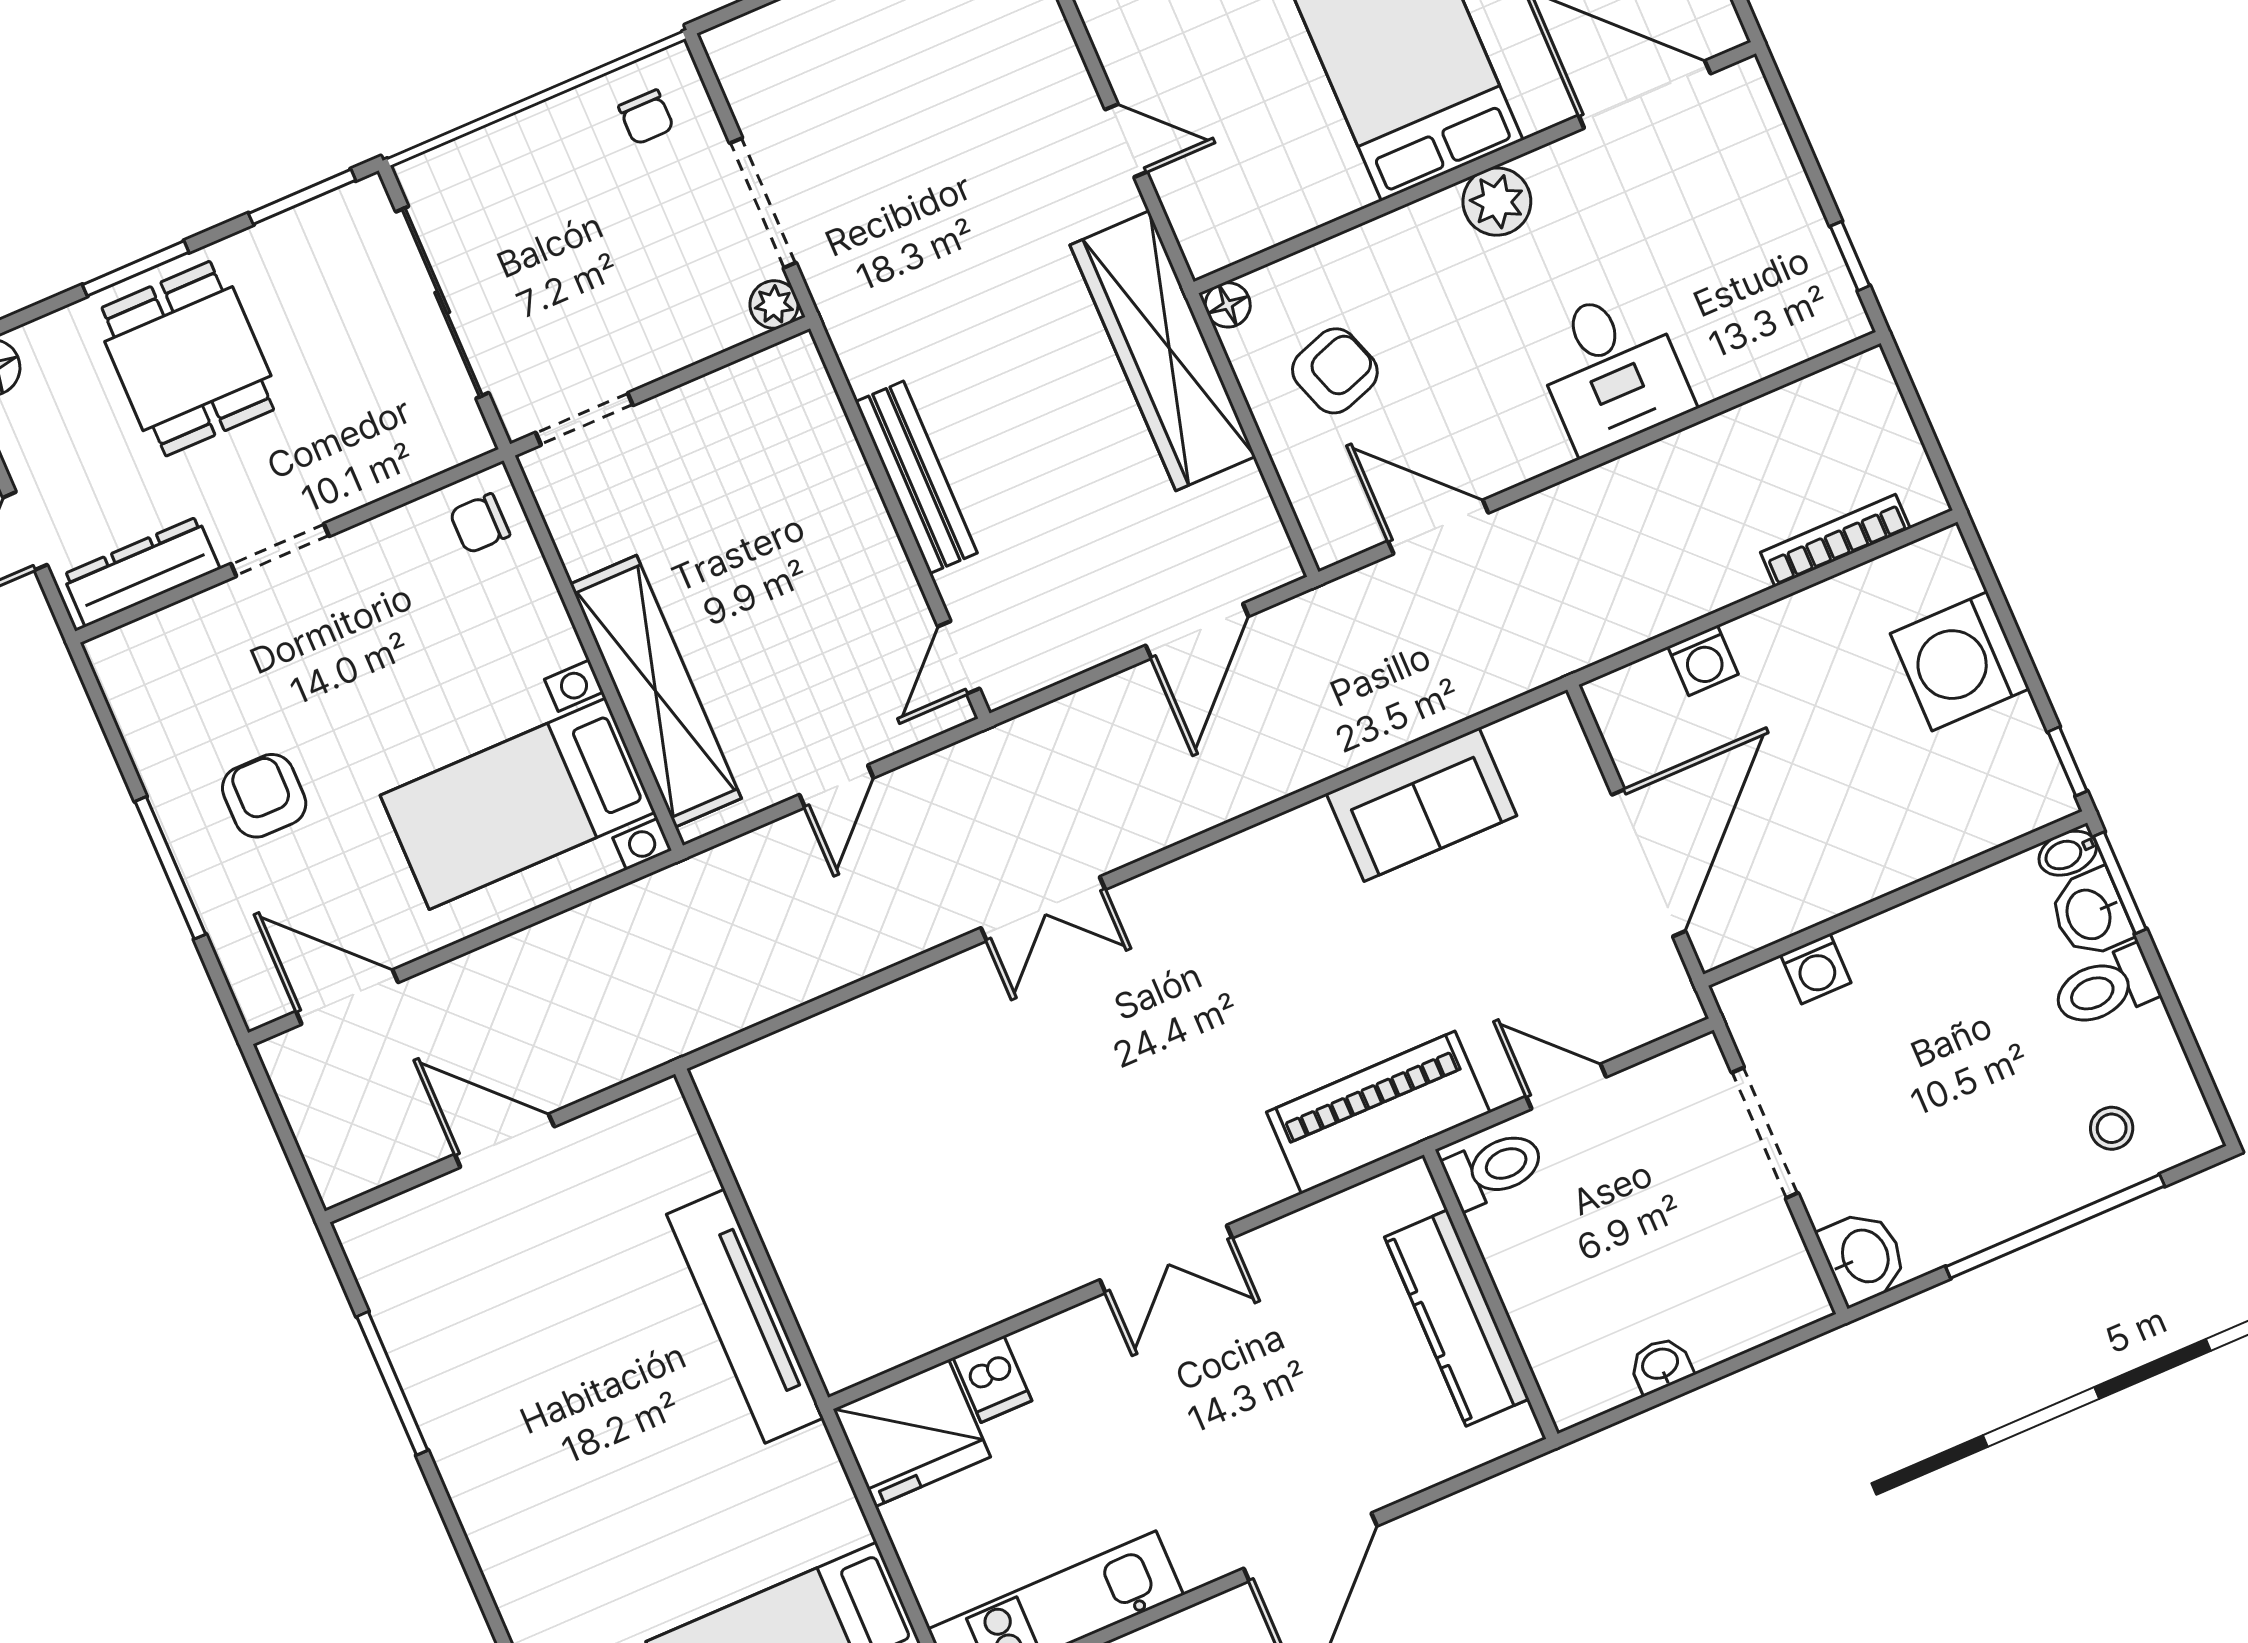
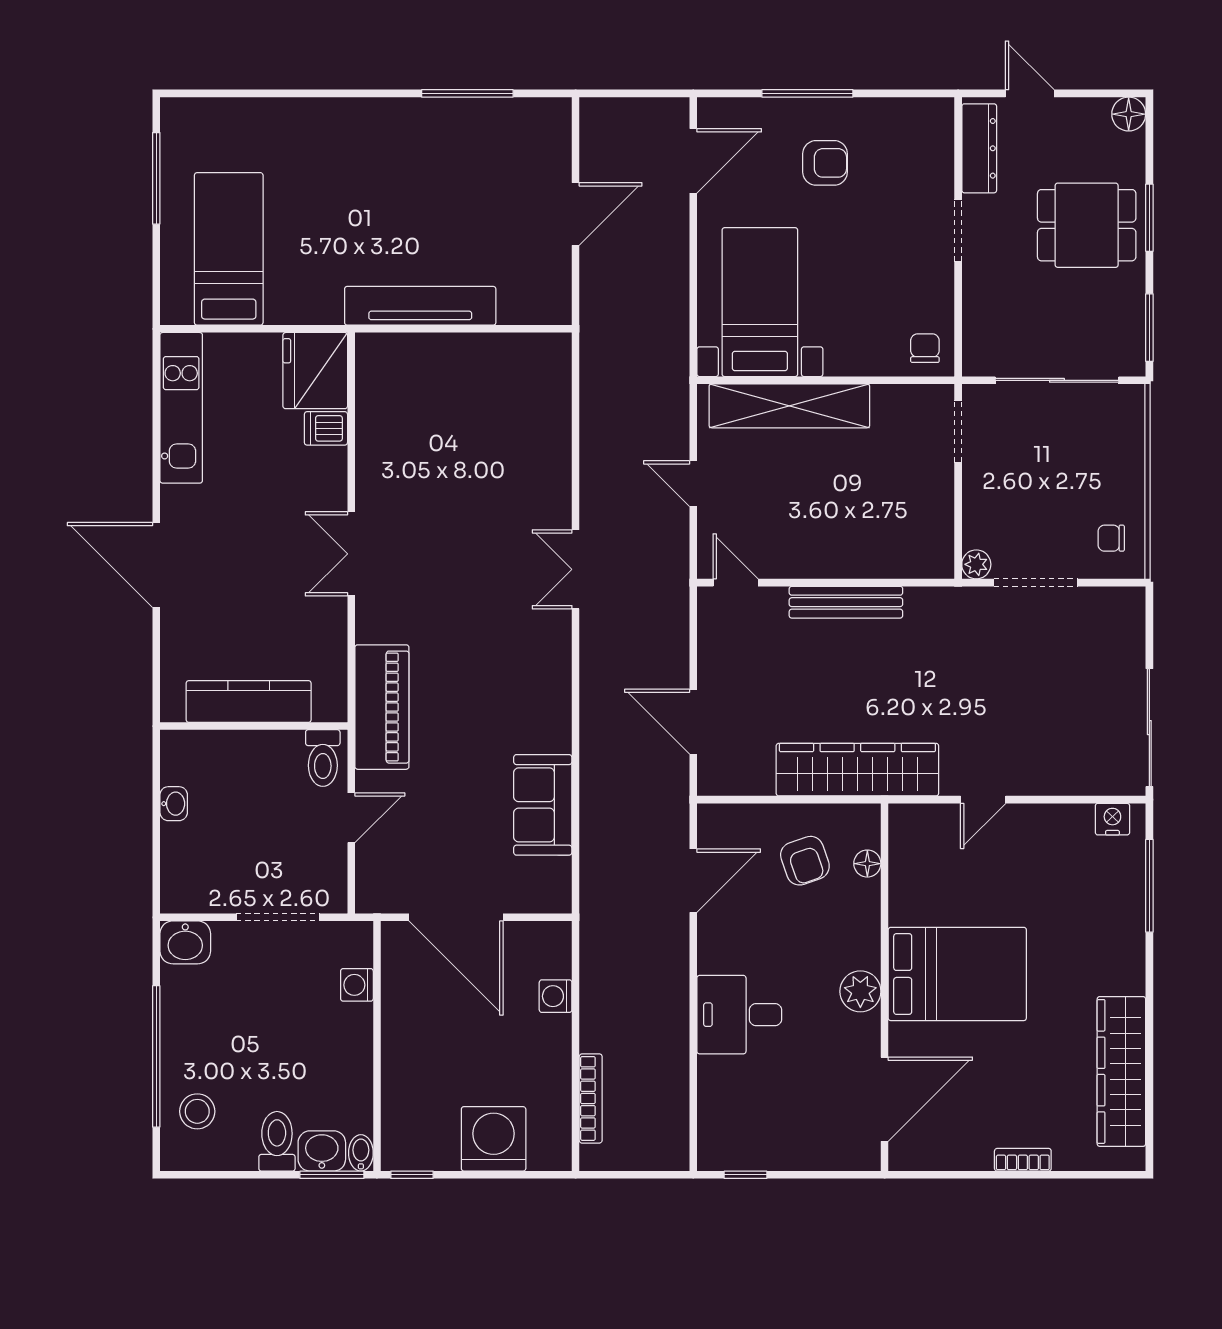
floor lamp: (1228, 305) -> (867, 864), moved
stool: (2112, 1128) -> (197, 1111), width x1.37, depth x1.37

